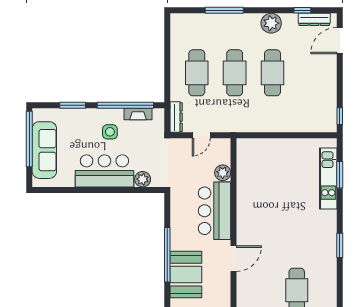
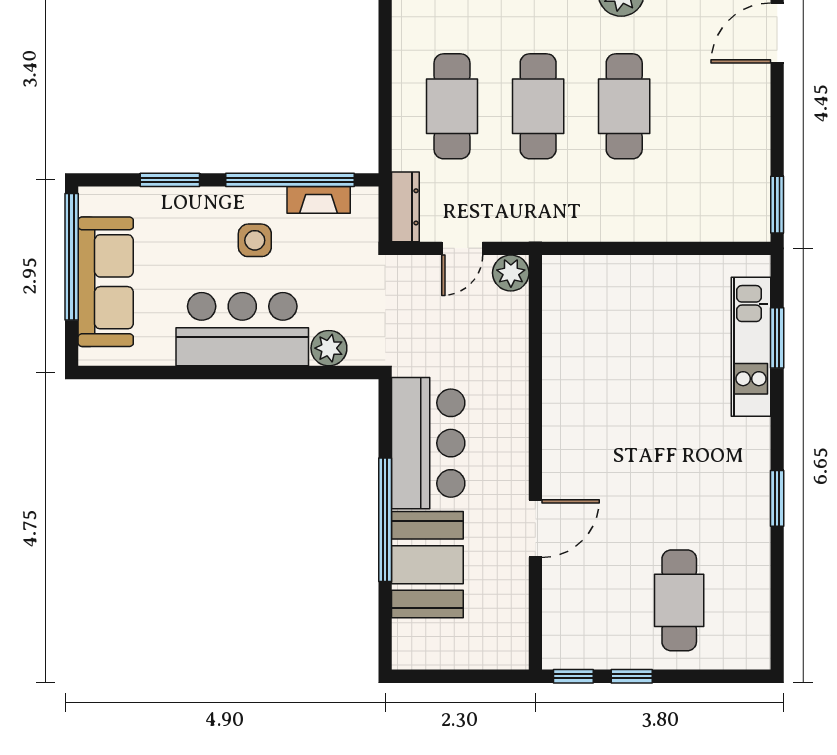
window: (340, 116) -> (777, 205), width x1.50
plant: (223, 173) -> (511, 273), moved
bar counter: (215, 211) -> (428, 443), moved, turned 180

